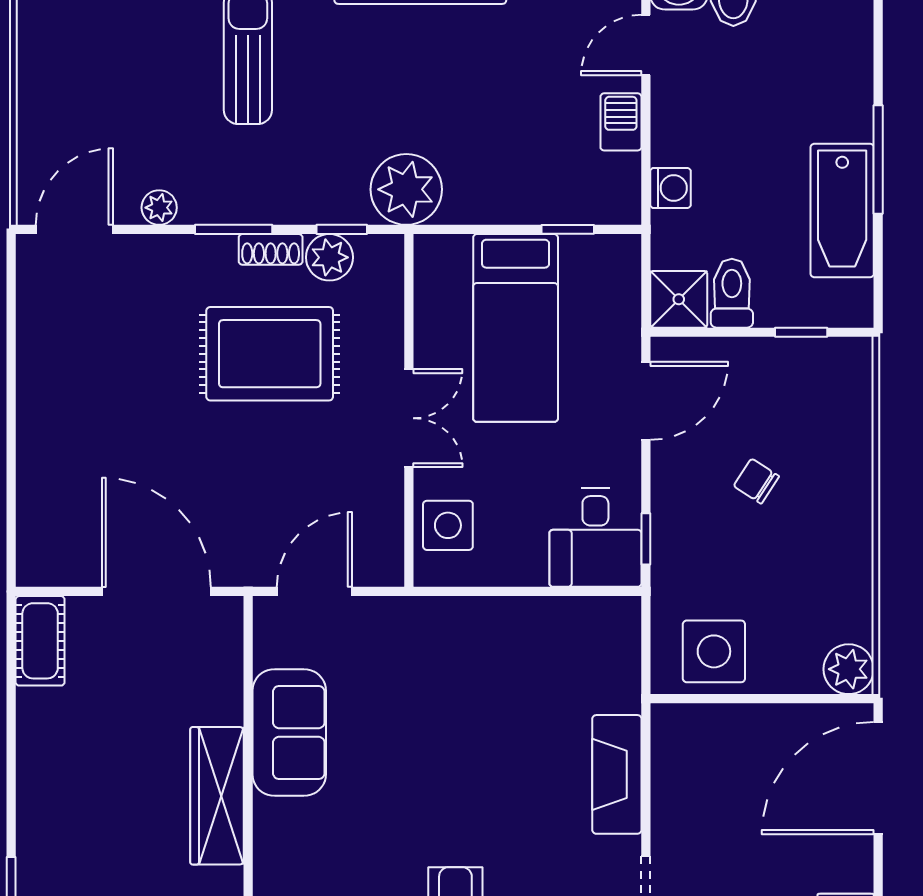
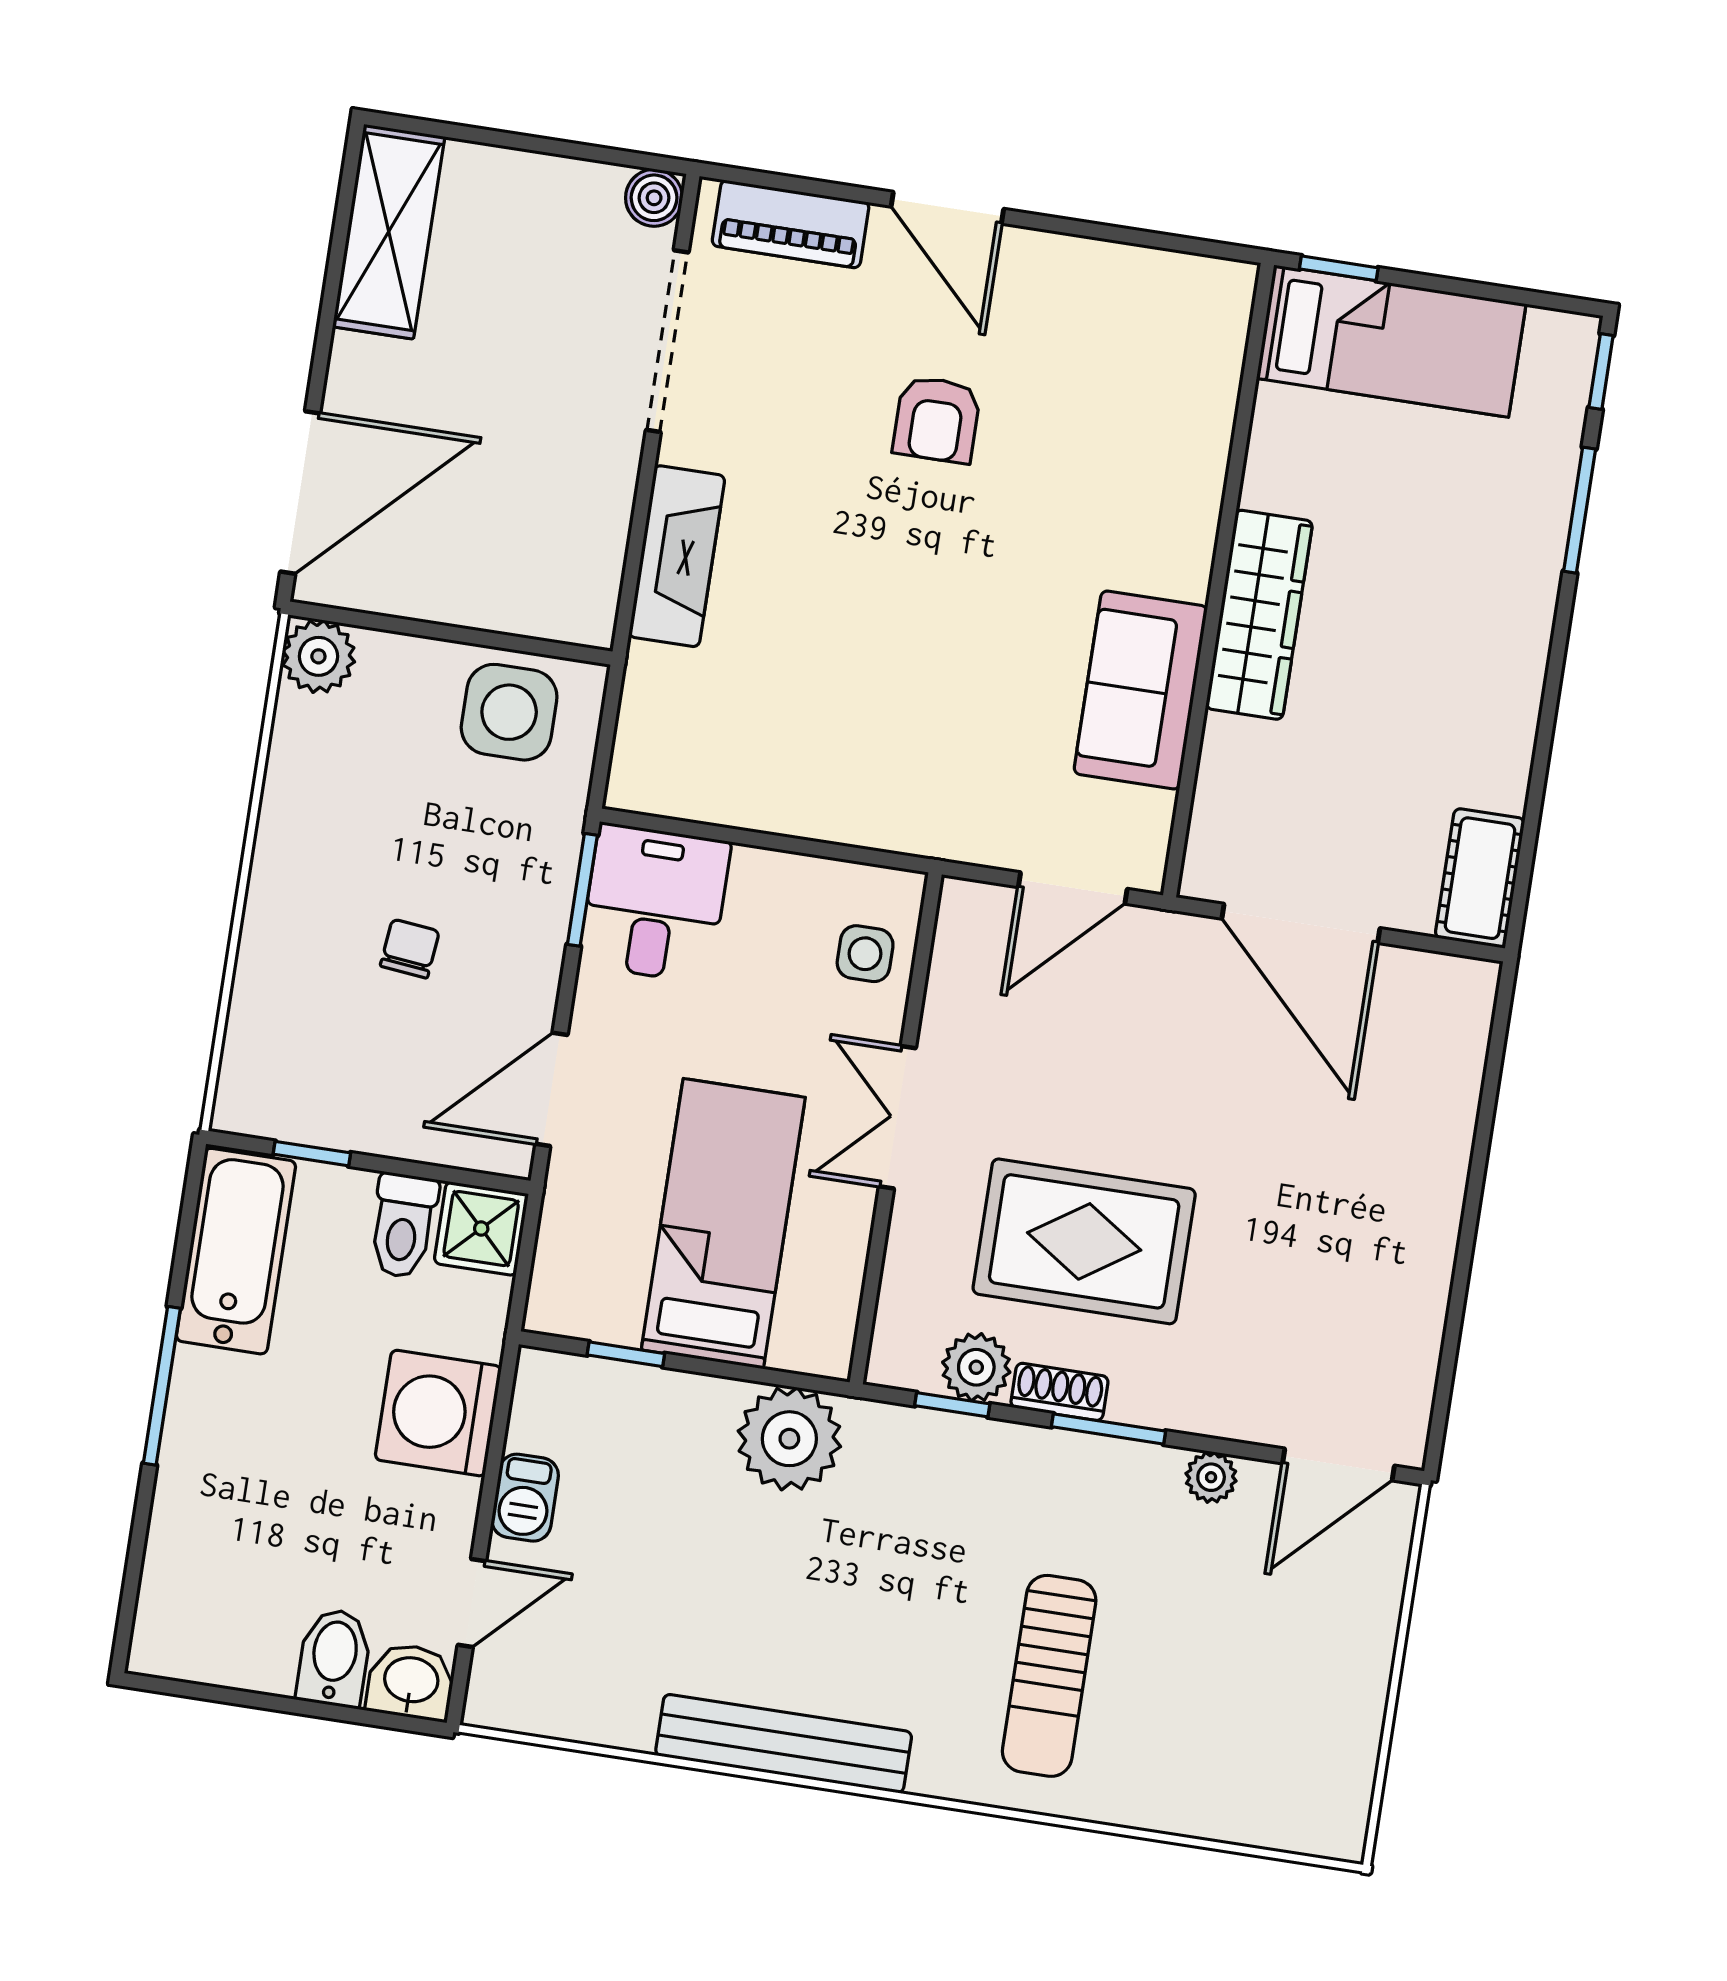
washing machine: (670, 188) -> (438, 1413), width x1.89, depth x1.89
plant: (406, 189) -> (789, 1439), moved
bathtub: (842, 210) -> (236, 1251), moved
chair: (756, 481) -> (410, 949), turned -117
side table: (448, 525) -> (865, 954), width x0.73, depth x0.73
window: (646, 539) -> (582, 890), width x1.50

